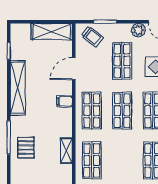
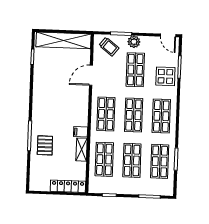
plant: (138, 30) -> (134, 42), moved
shelving: (52, 32) -> (64, 40), width x1.47
shelving: (18, 88) -> (39, 91), removed
filing cabinet: (65, 101) -> (81, 132), moved
shop shelf: (122, 160) -> (132, 160), added

